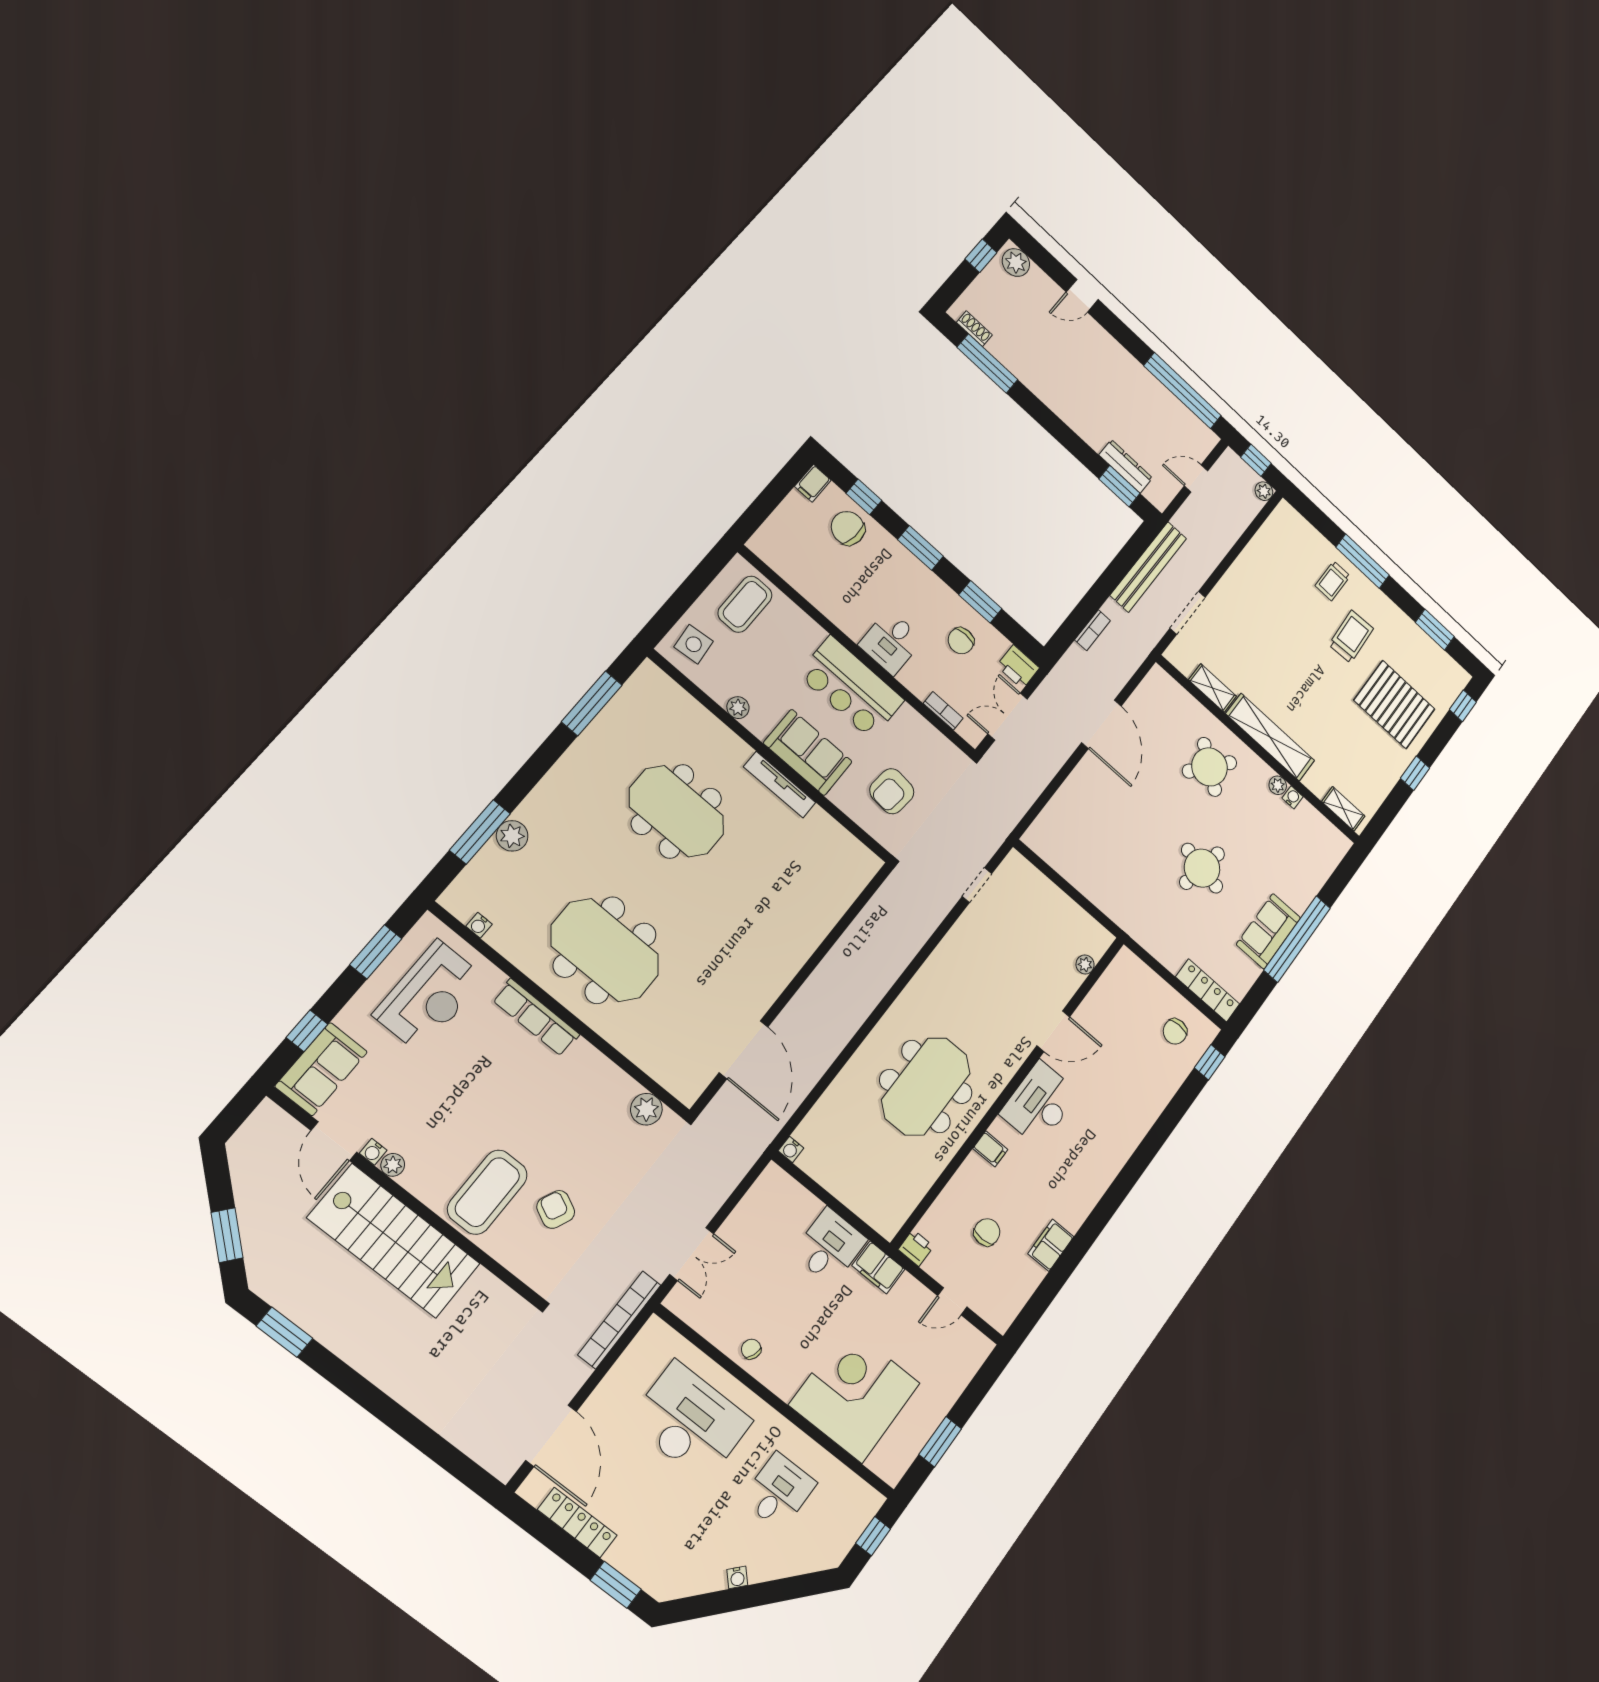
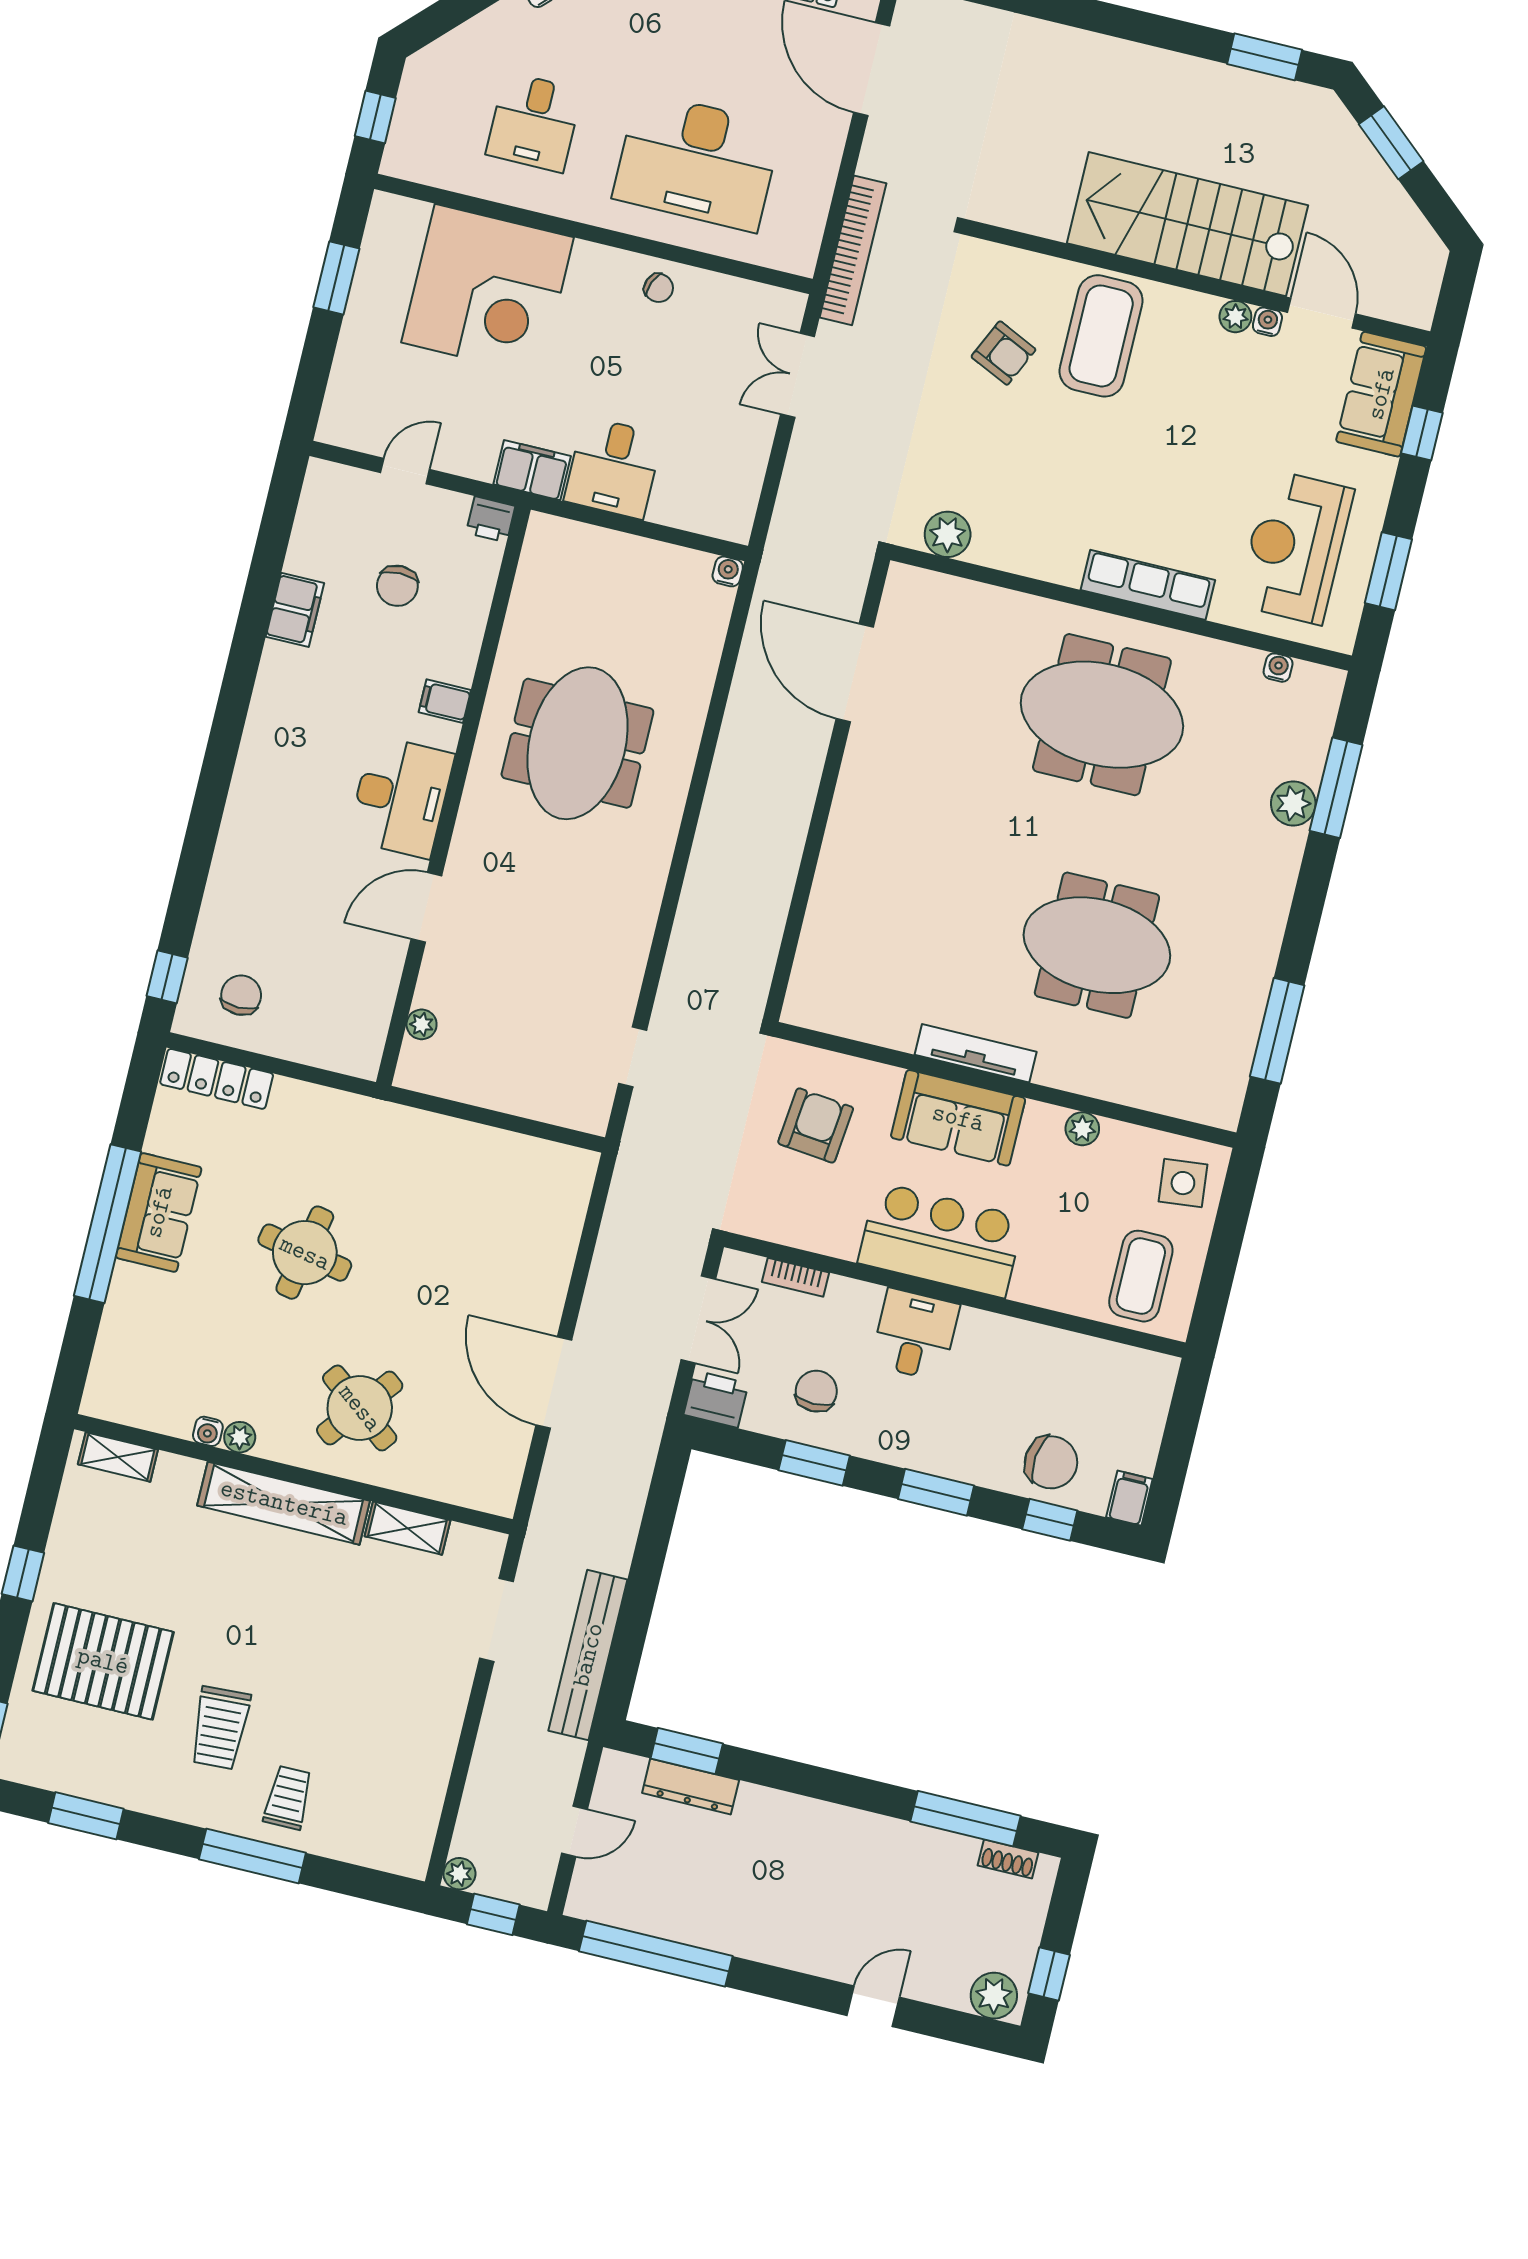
bookcase: (1093, 630) -> (630, 1513), removed

